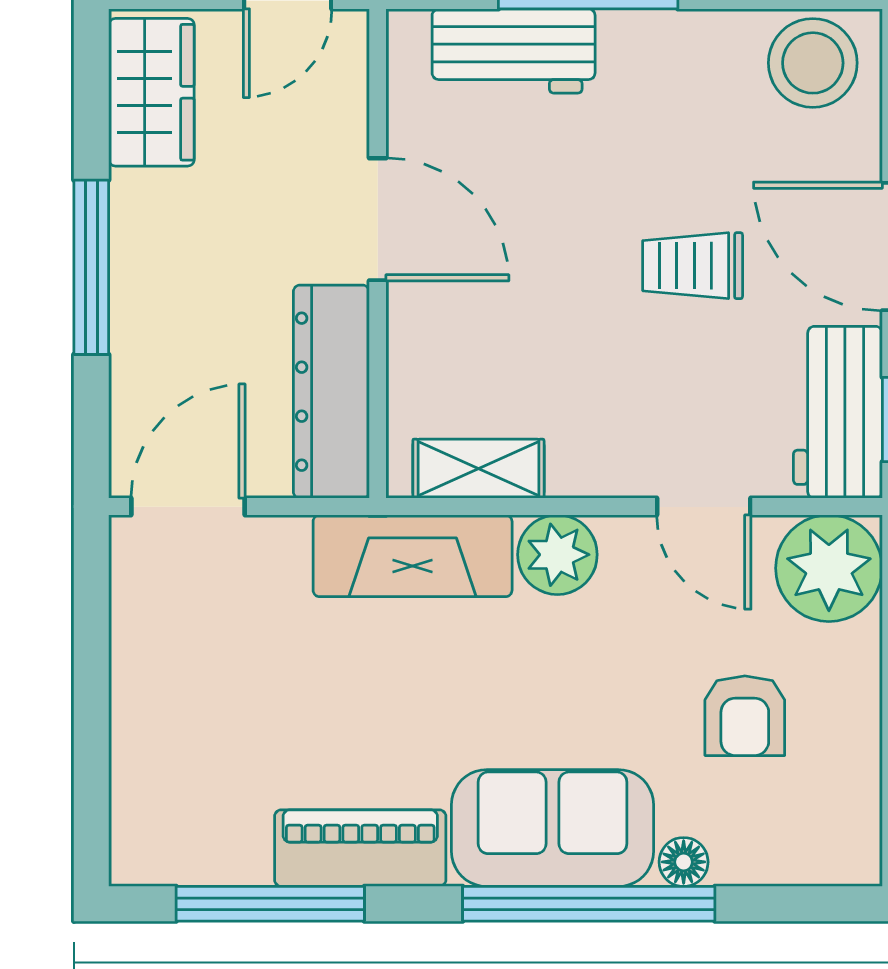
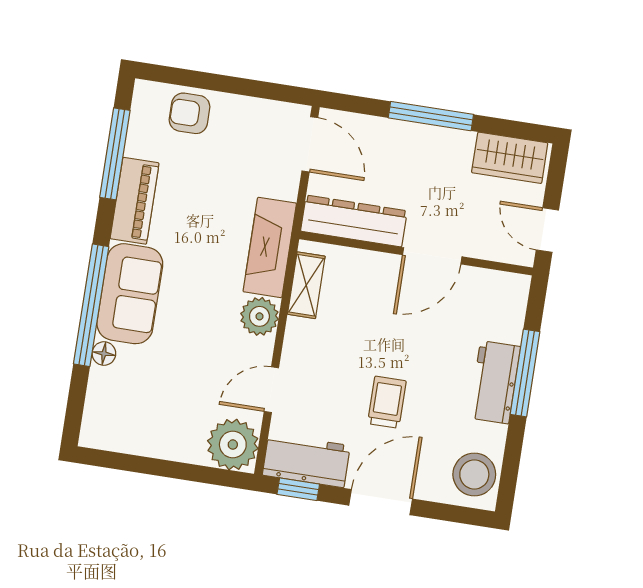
workbench: (514, 51) -> (495, 382), moved
armchair: (745, 716) -> (190, 113), moved

